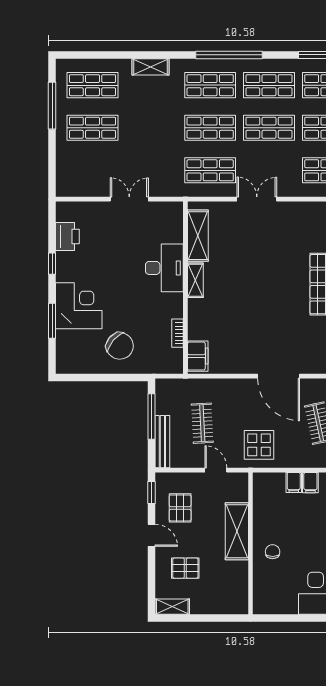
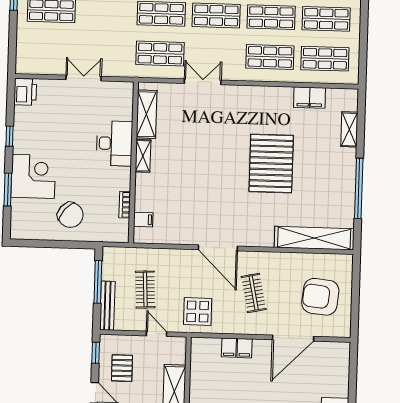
printer: (67, 237) -> (25, 92), moved
filing cabinet: (198, 356) -> (143, 220), width x0.50

